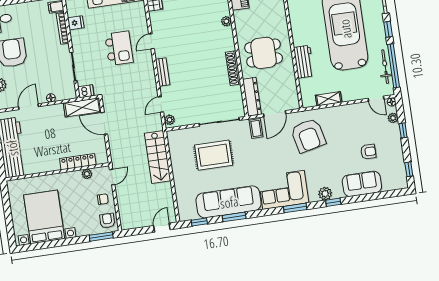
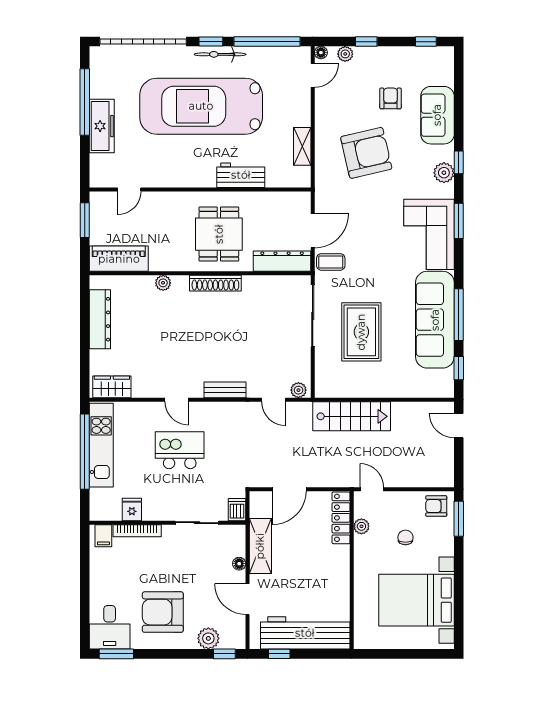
bicycle: (385, 67) -> (220, 54), moved
shoe rack: (233, 68) -> (215, 283), moved
shelving: (82, 107) -> (260, 546), moved
door: (275, 114) -> (313, 231), hinge flipped
armchair: (308, 135) -> (366, 153), moved
locker: (78, 162) -> (341, 518), moved
chair: (103, 199) -> (405, 537), moved
window: (234, 217) -> (459, 315), width x1.44

